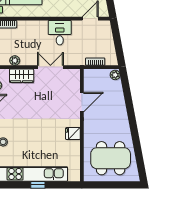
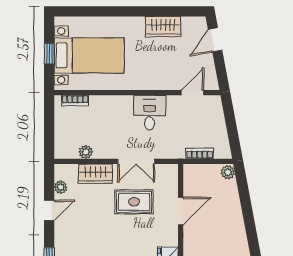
double door: (50, 67) -> (136, 161), swing flipped
rug: (49, 96) -> (134, 202), added

